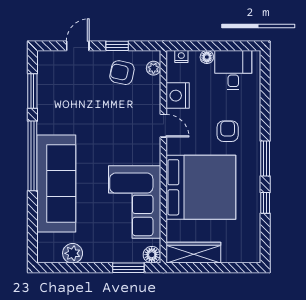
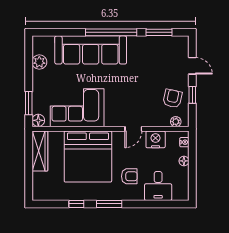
desk: (233, 70) -> (158, 186), moved, turned 90

